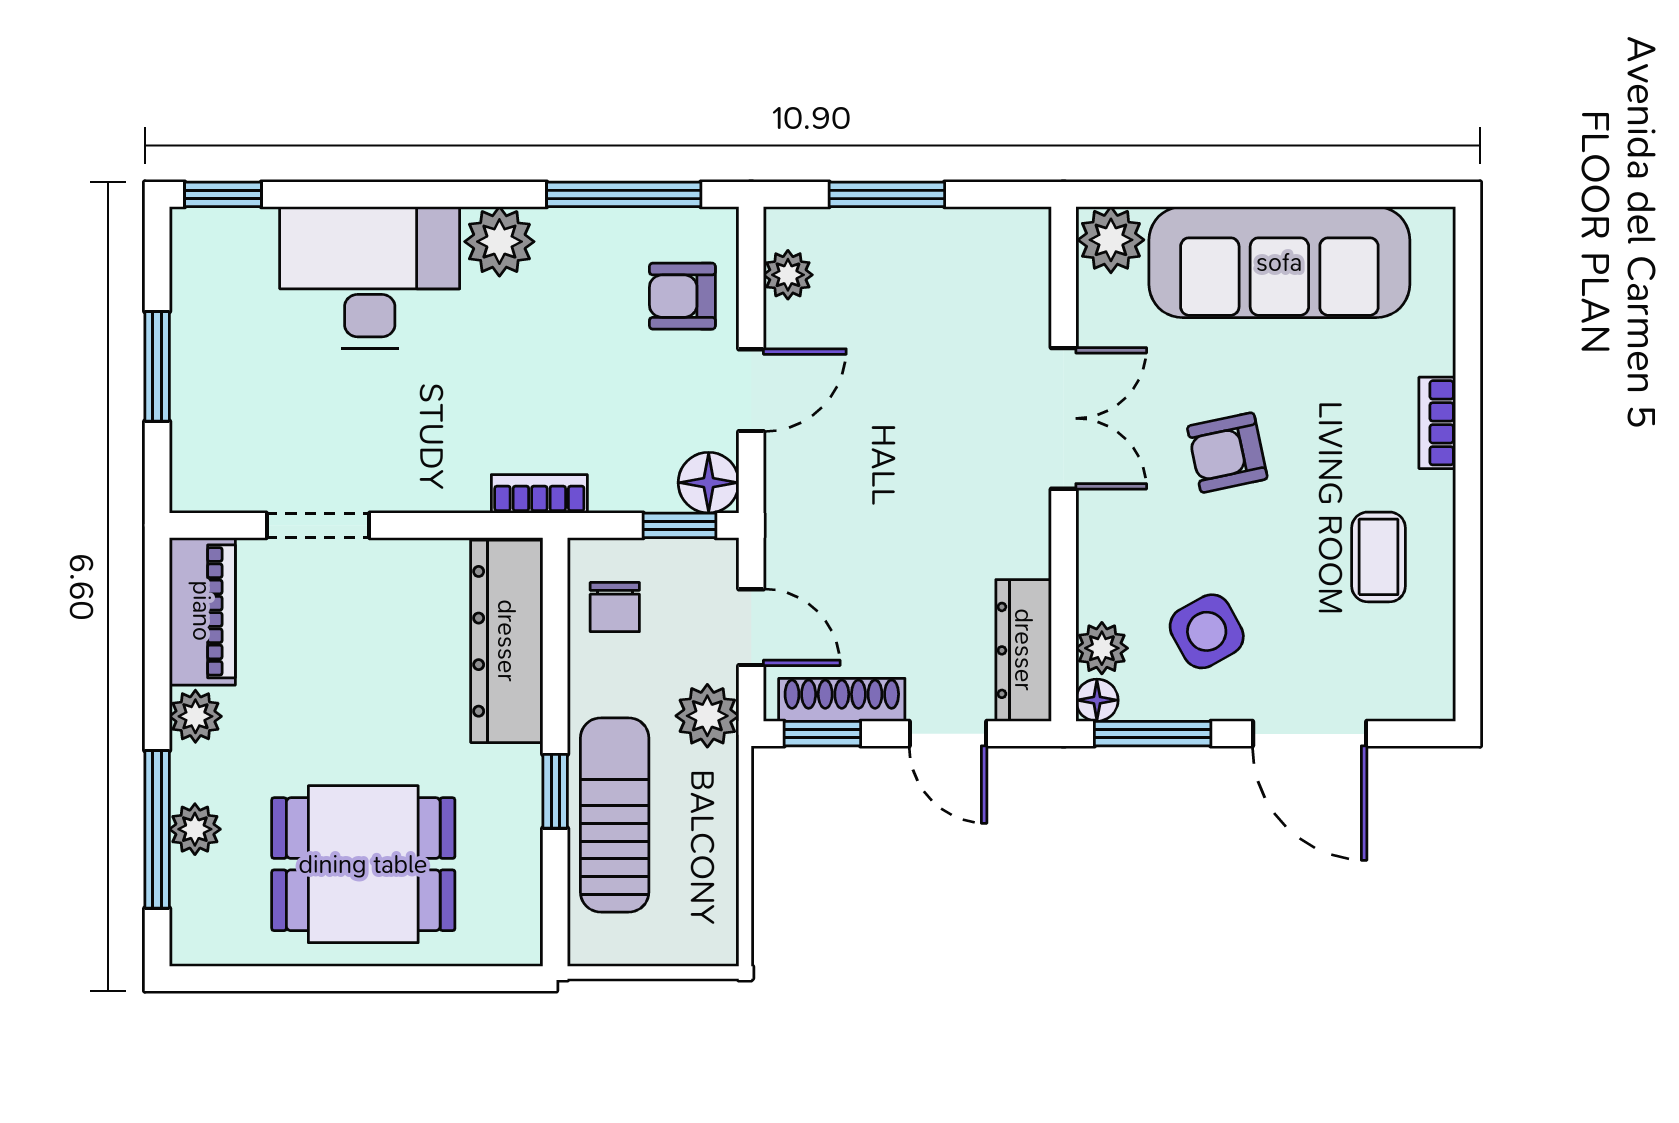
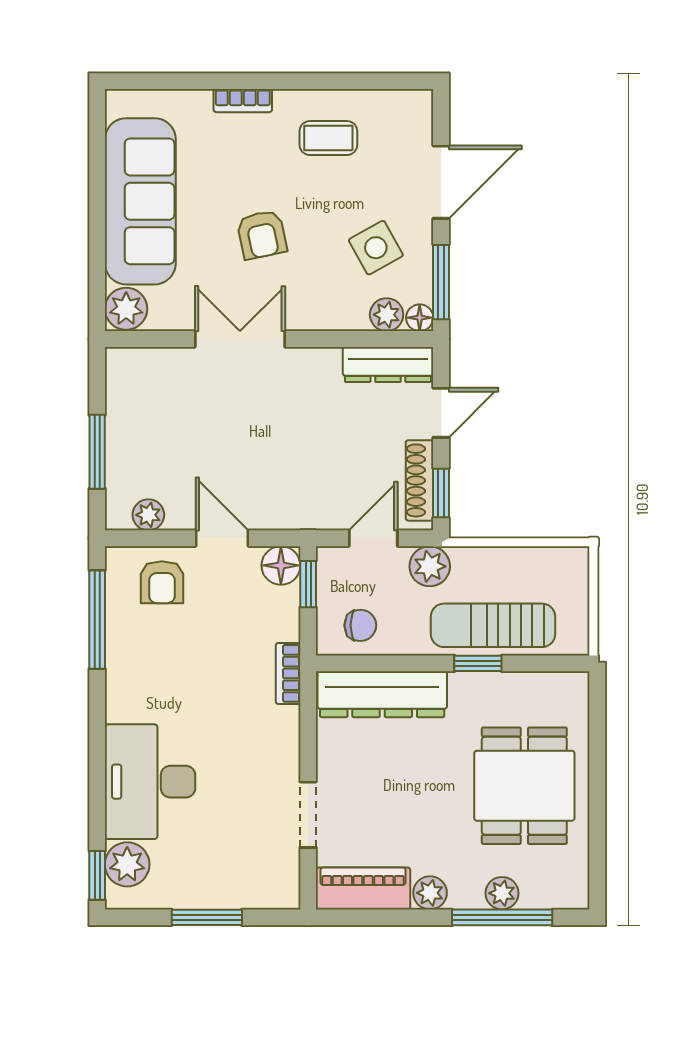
plant: (499, 242) -> (127, 864), moved

